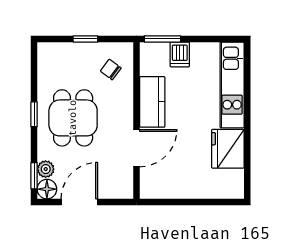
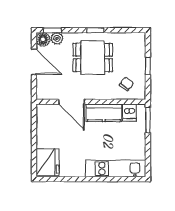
dishwasher: (180, 54) -> (129, 113), moved, turned -90
fridge: (228, 149) -> (48, 162), moved, turned 90

